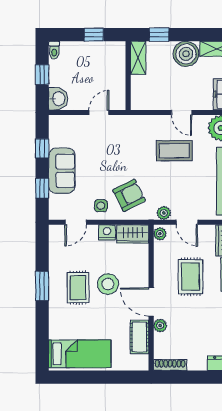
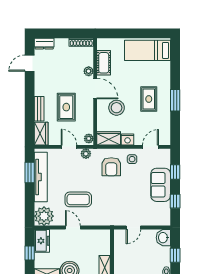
armchair: (129, 195) -> (111, 167), turned -63
stool: (108, 284) -> (117, 108), moved

